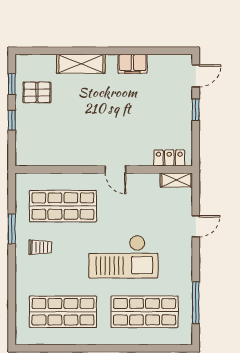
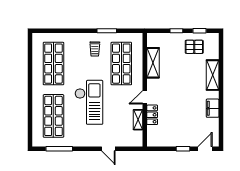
door: (196, 76) -> (205, 149), swing flipped
pallet: (37, 92) -> (194, 47), turned 90
shelving: (62, 157) -> (153, 63), added
locker: (169, 158) -> (152, 115), moved
shelving: (176, 180) -> (138, 120), moved
checkout: (123, 257) -> (89, 102), turned 180

